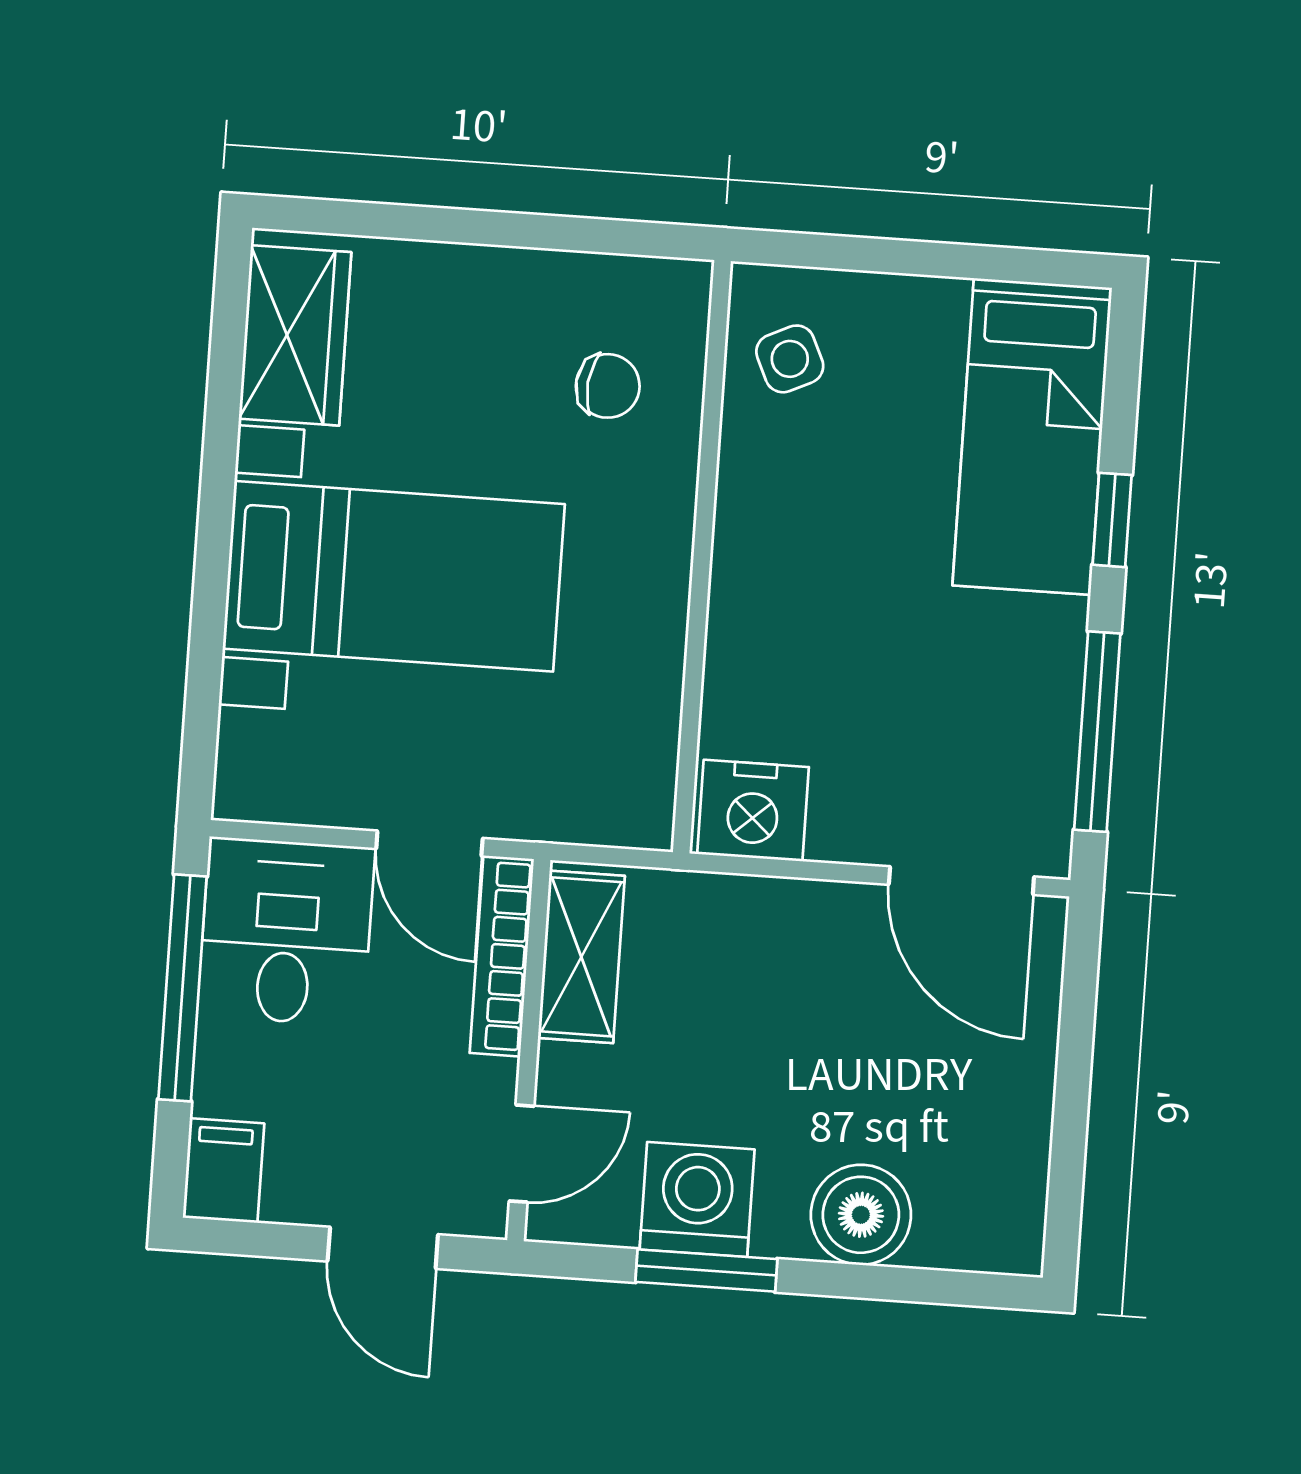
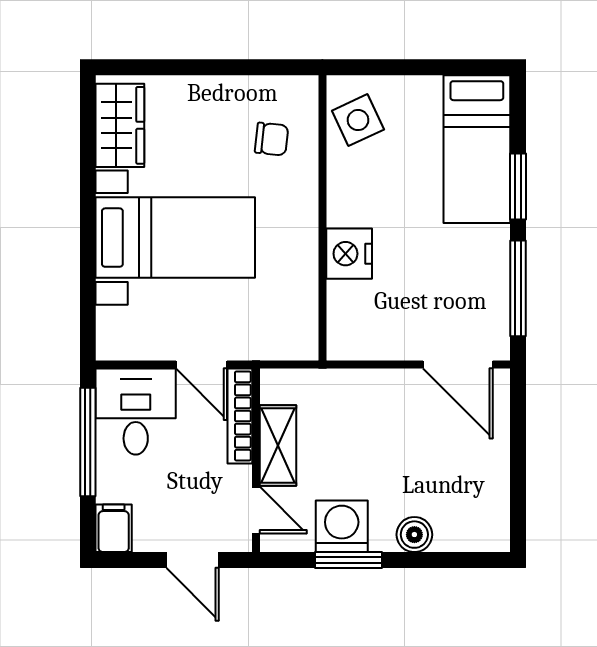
side table: (790, 359) -> (358, 120), width x1.37, depth x1.37
window: (1112, 520) -> (518, 186), width x1.50
nightstand: (753, 811) -> (349, 254), moved, turned 90
shelving: (581, 957) -> (278, 446), moved
door: (522, 1154) -> (256, 510), hinge flipped
boiler: (861, 1215) -> (414, 535), width x0.73, depth x0.73

